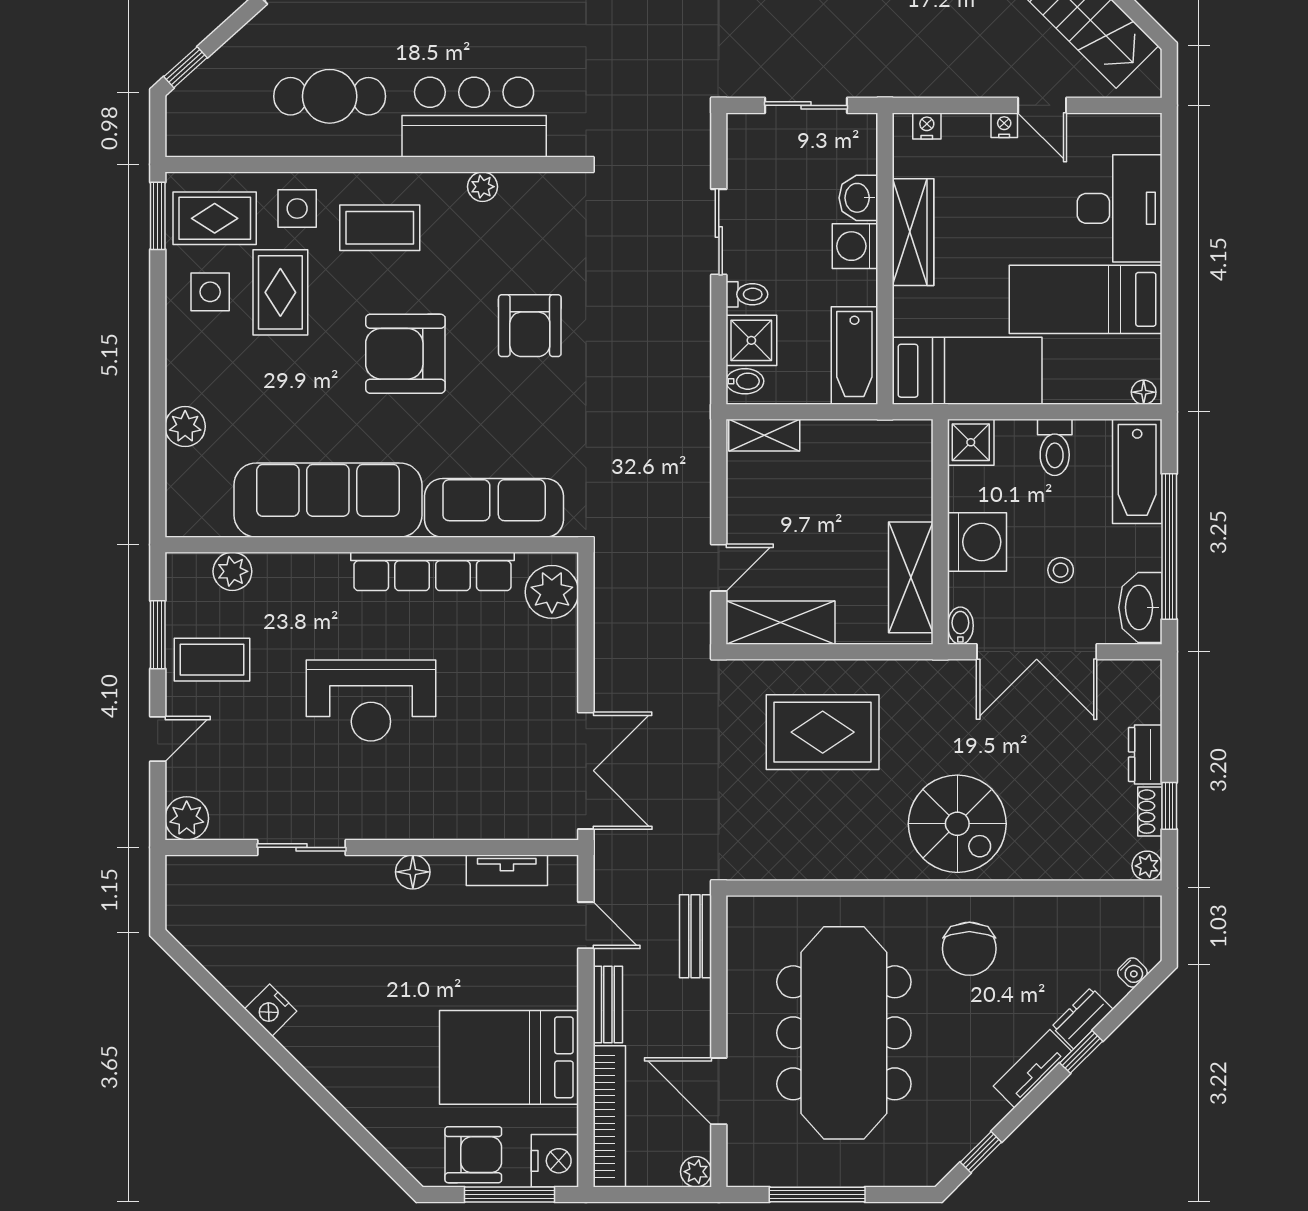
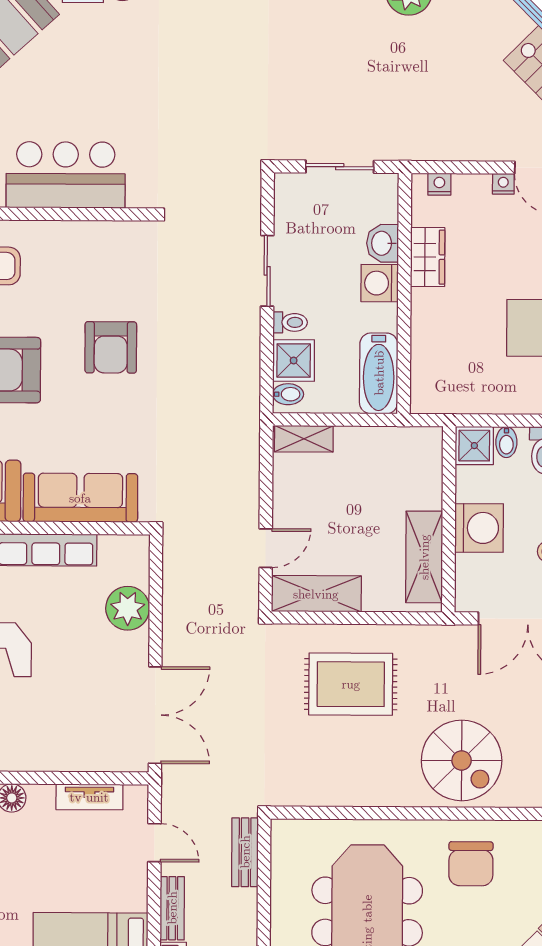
plant: (483, 187) -> (72, 232), removed
wardrobe: (913, 232) -> (428, 257), width x0.67
bed: (967, 371) -> (472, 386), removed
plant: (552, 592) -> (128, 608), moved
bidet: (960, 626) -> (506, 442), moved, turned 180

